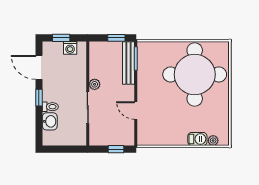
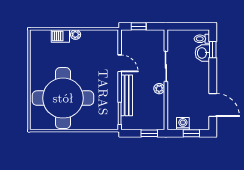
window: (116, 38) -> (149, 133), moved
bench: (128, 63) -> (127, 95), moved
window: (39, 98) -> (213, 50), moved
toilet: (50, 107) -> (202, 39), moved
plant: (213, 141) -> (76, 35), moved

